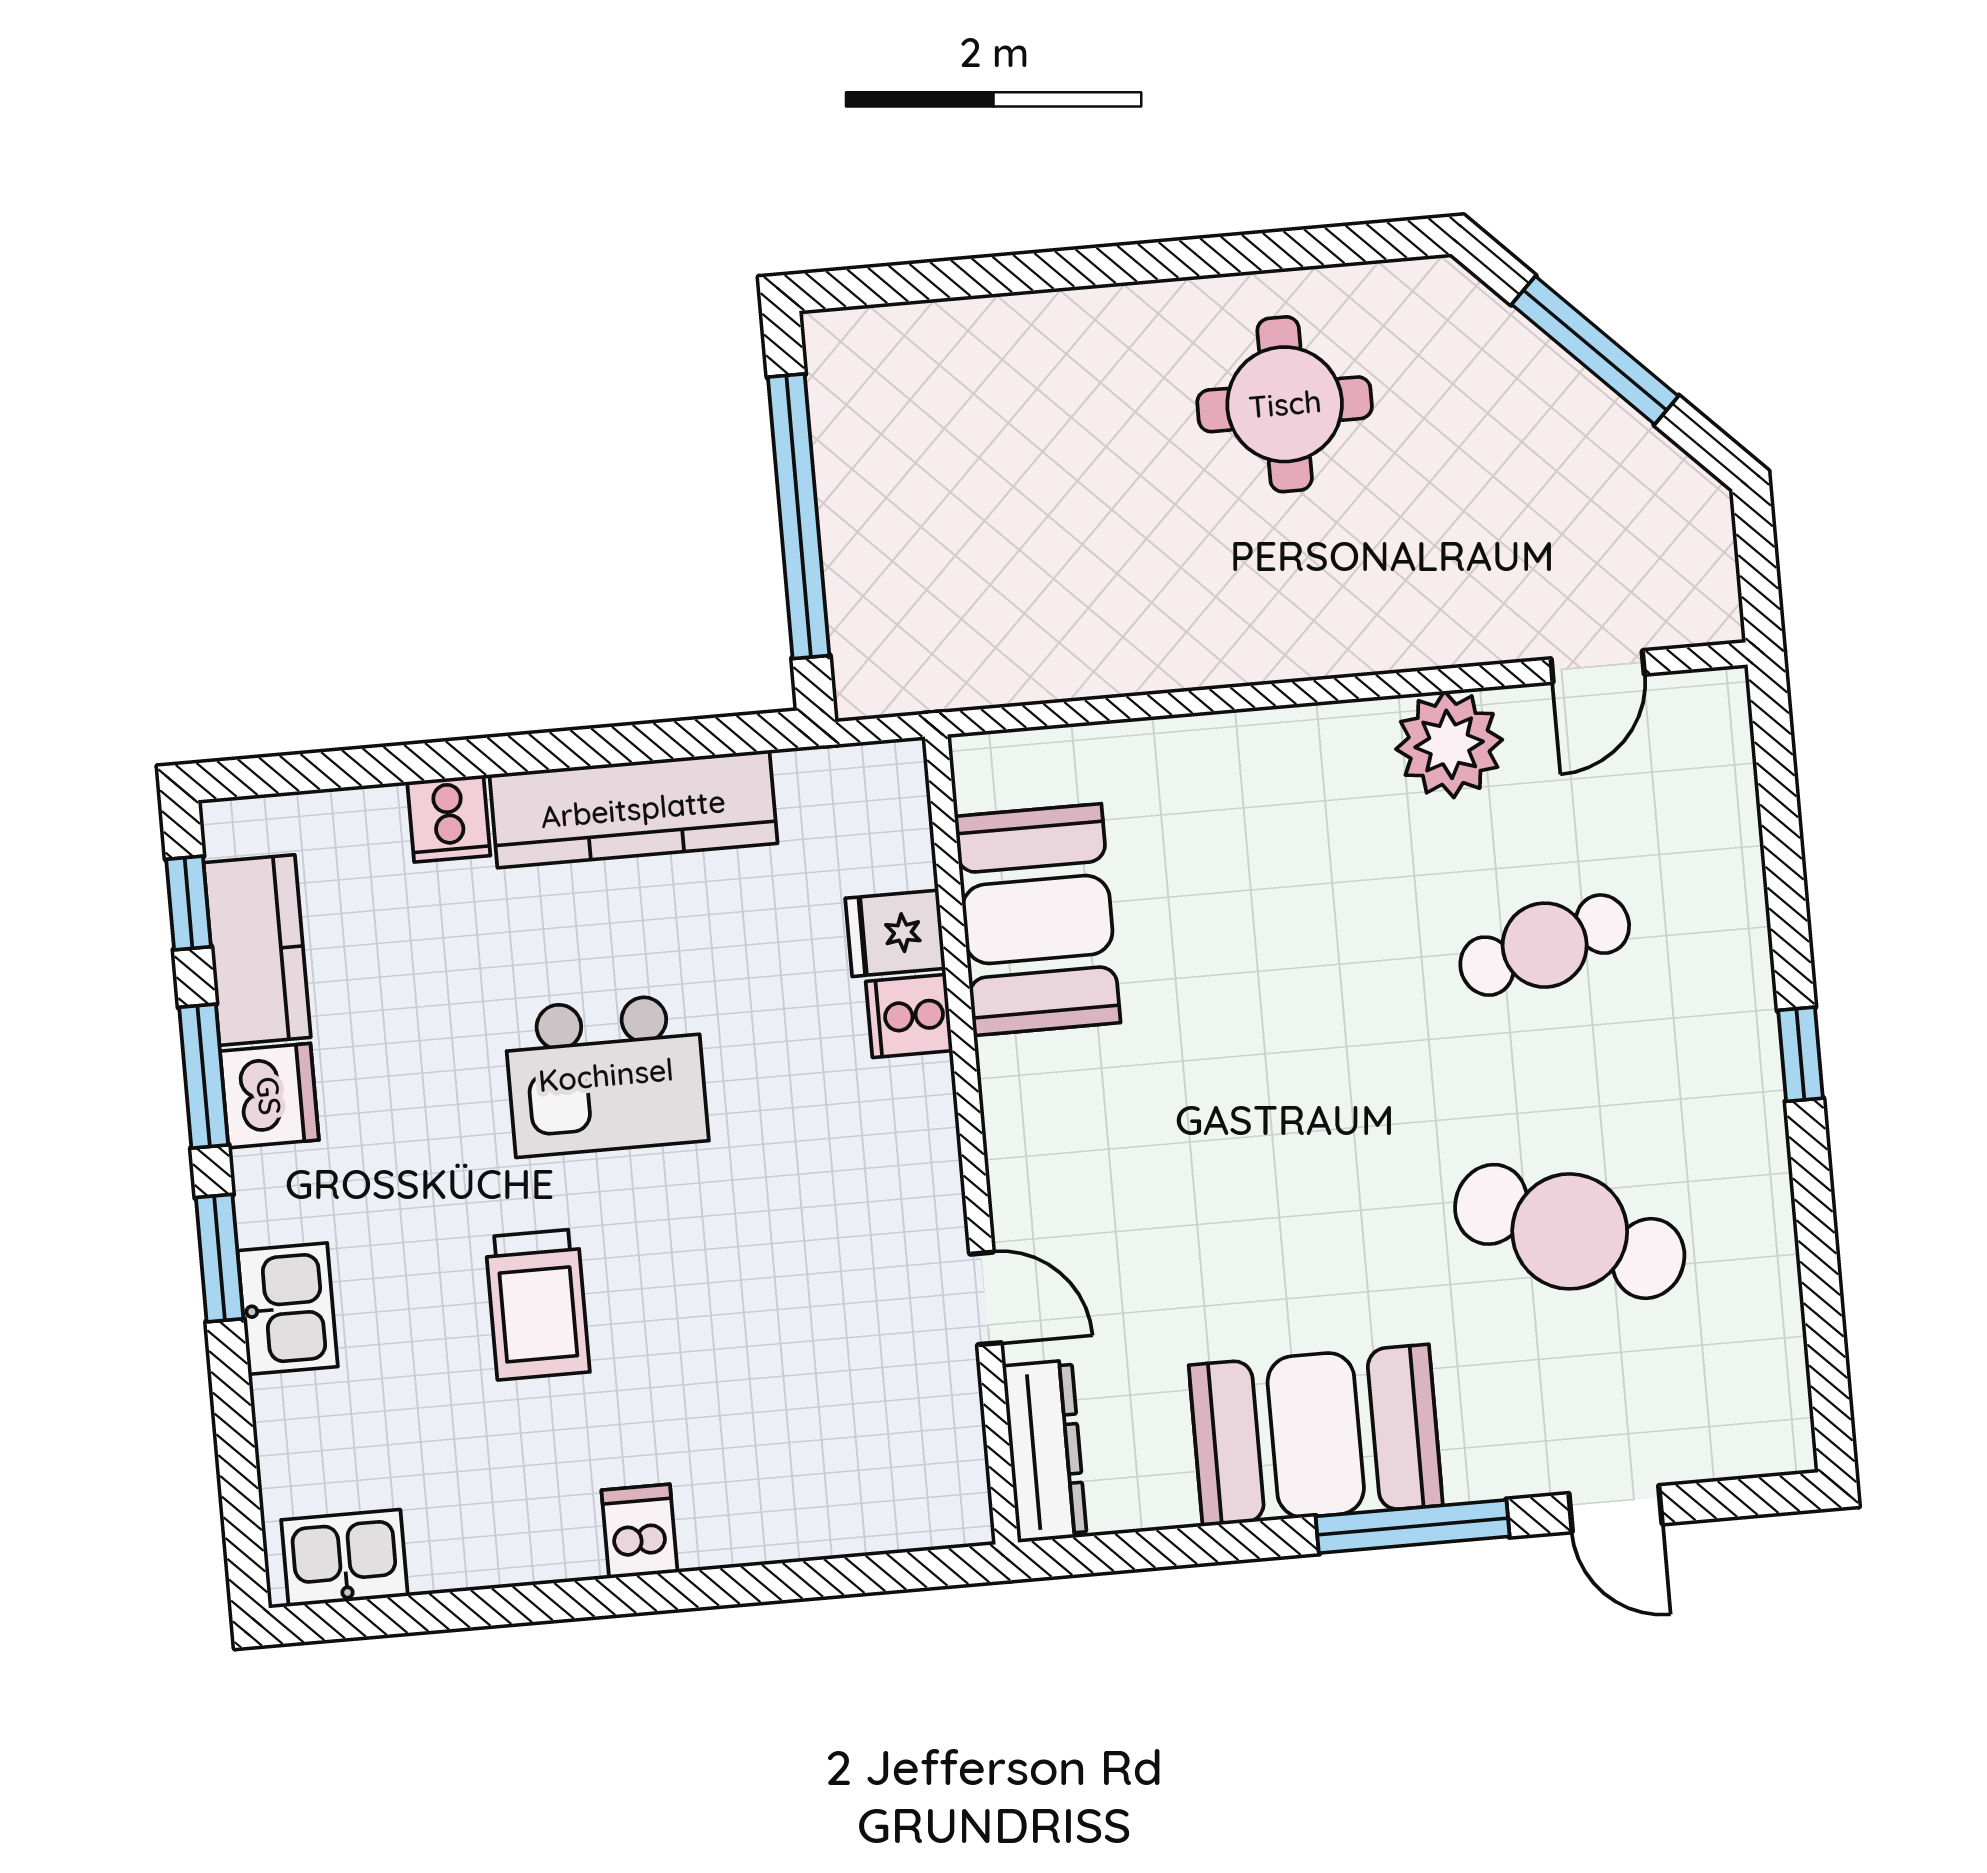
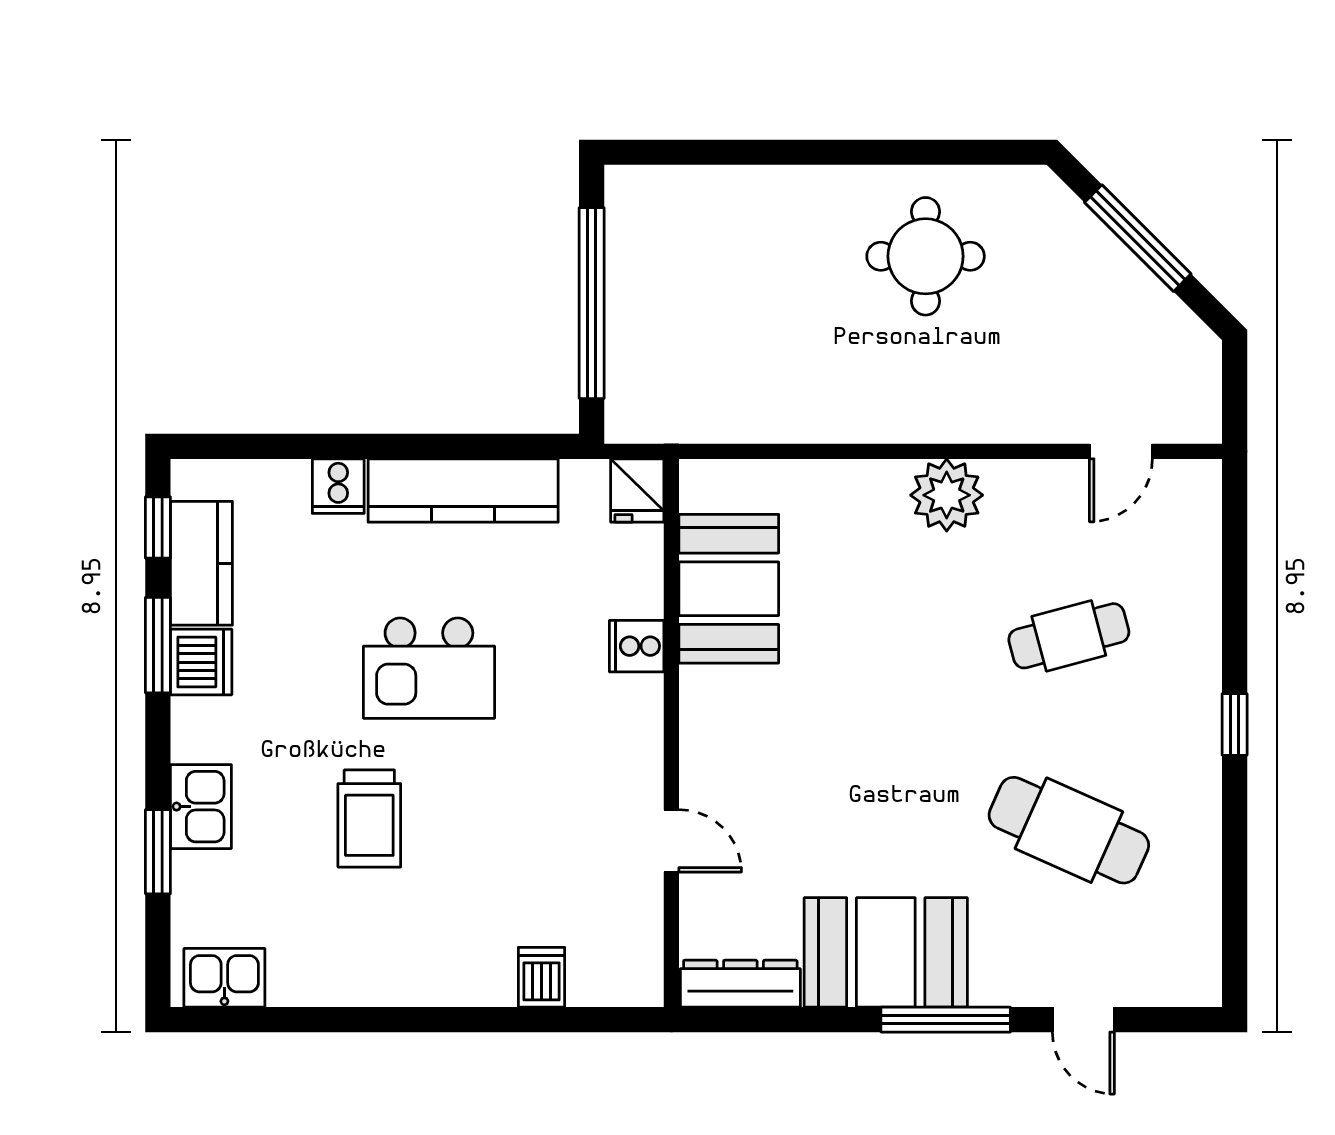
plant: (1449, 744) -> (947, 495), moved
fridge: (895, 933) -> (637, 491), moved, turned -90
window: (220, 1258) -> (158, 852), moved
dresser: (1045, 1451) -> (740, 984), moved, turned -90
dishwasher: (639, 1531) -> (542, 977), moved

